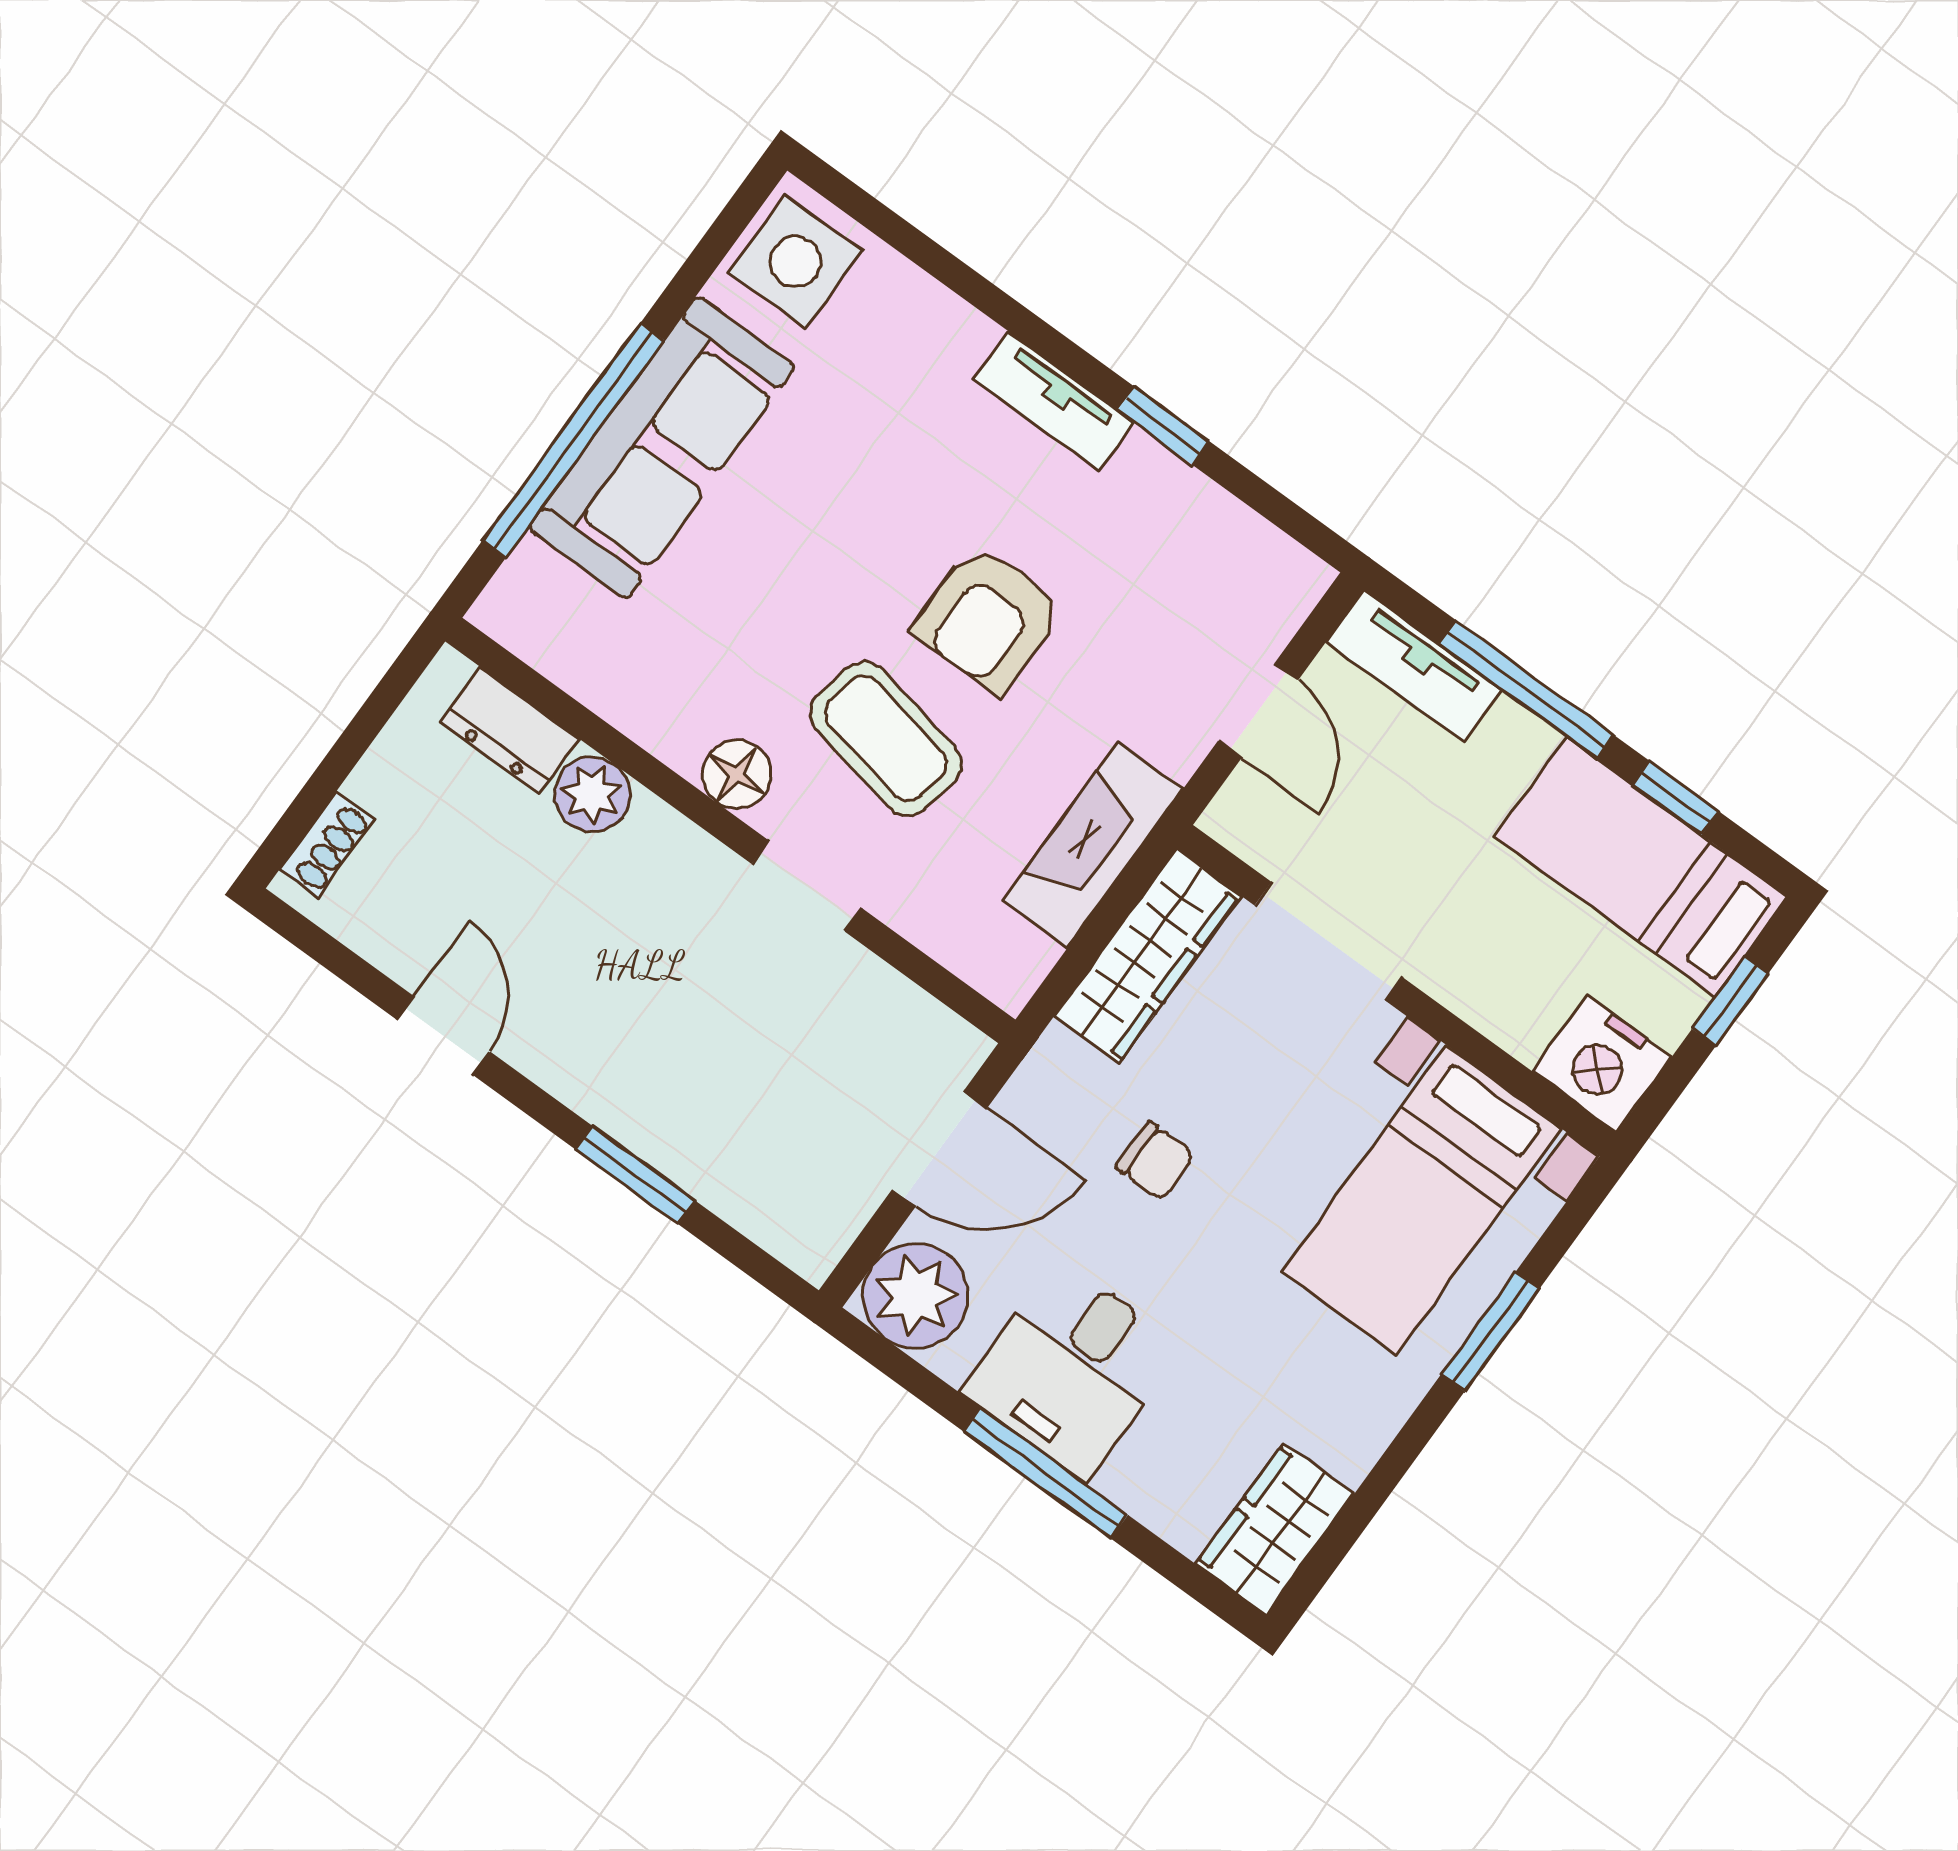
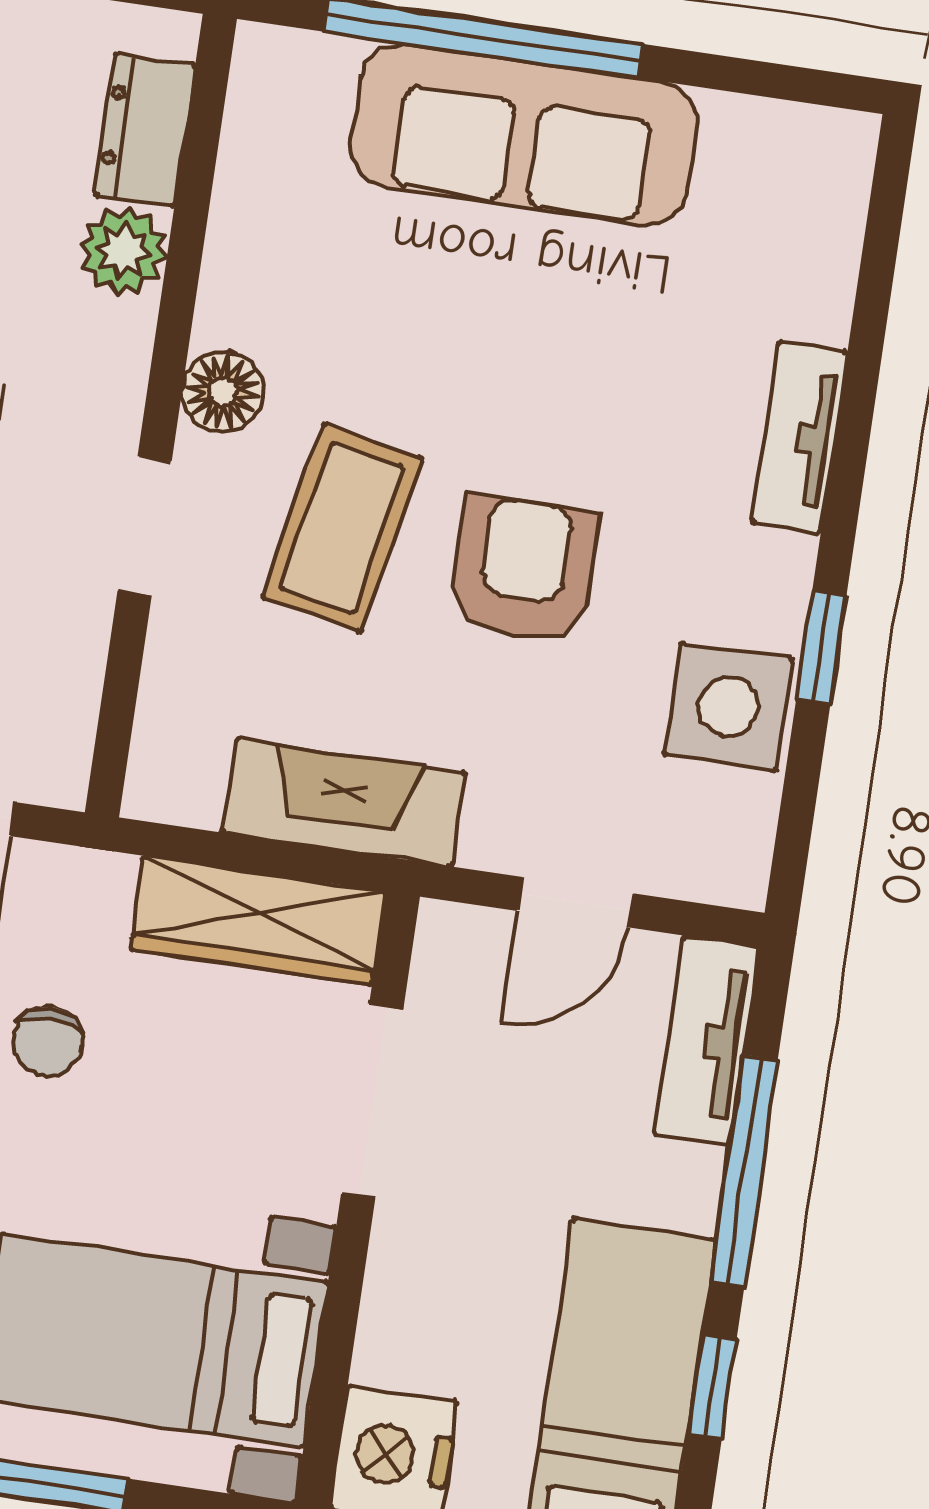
side table: (796, 262) -> (728, 707), moved
tv unit: (1054, 401) -> (799, 437), moved
armchair: (988, 618) -> (524, 569), turned 90

